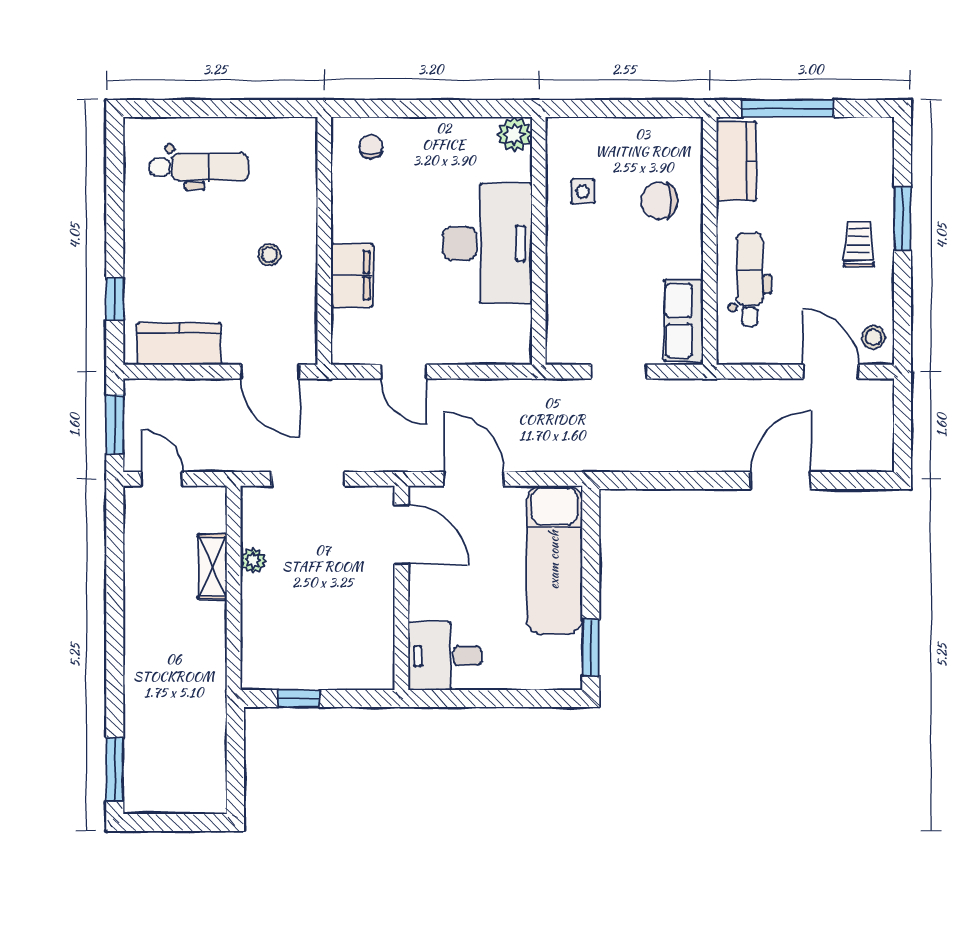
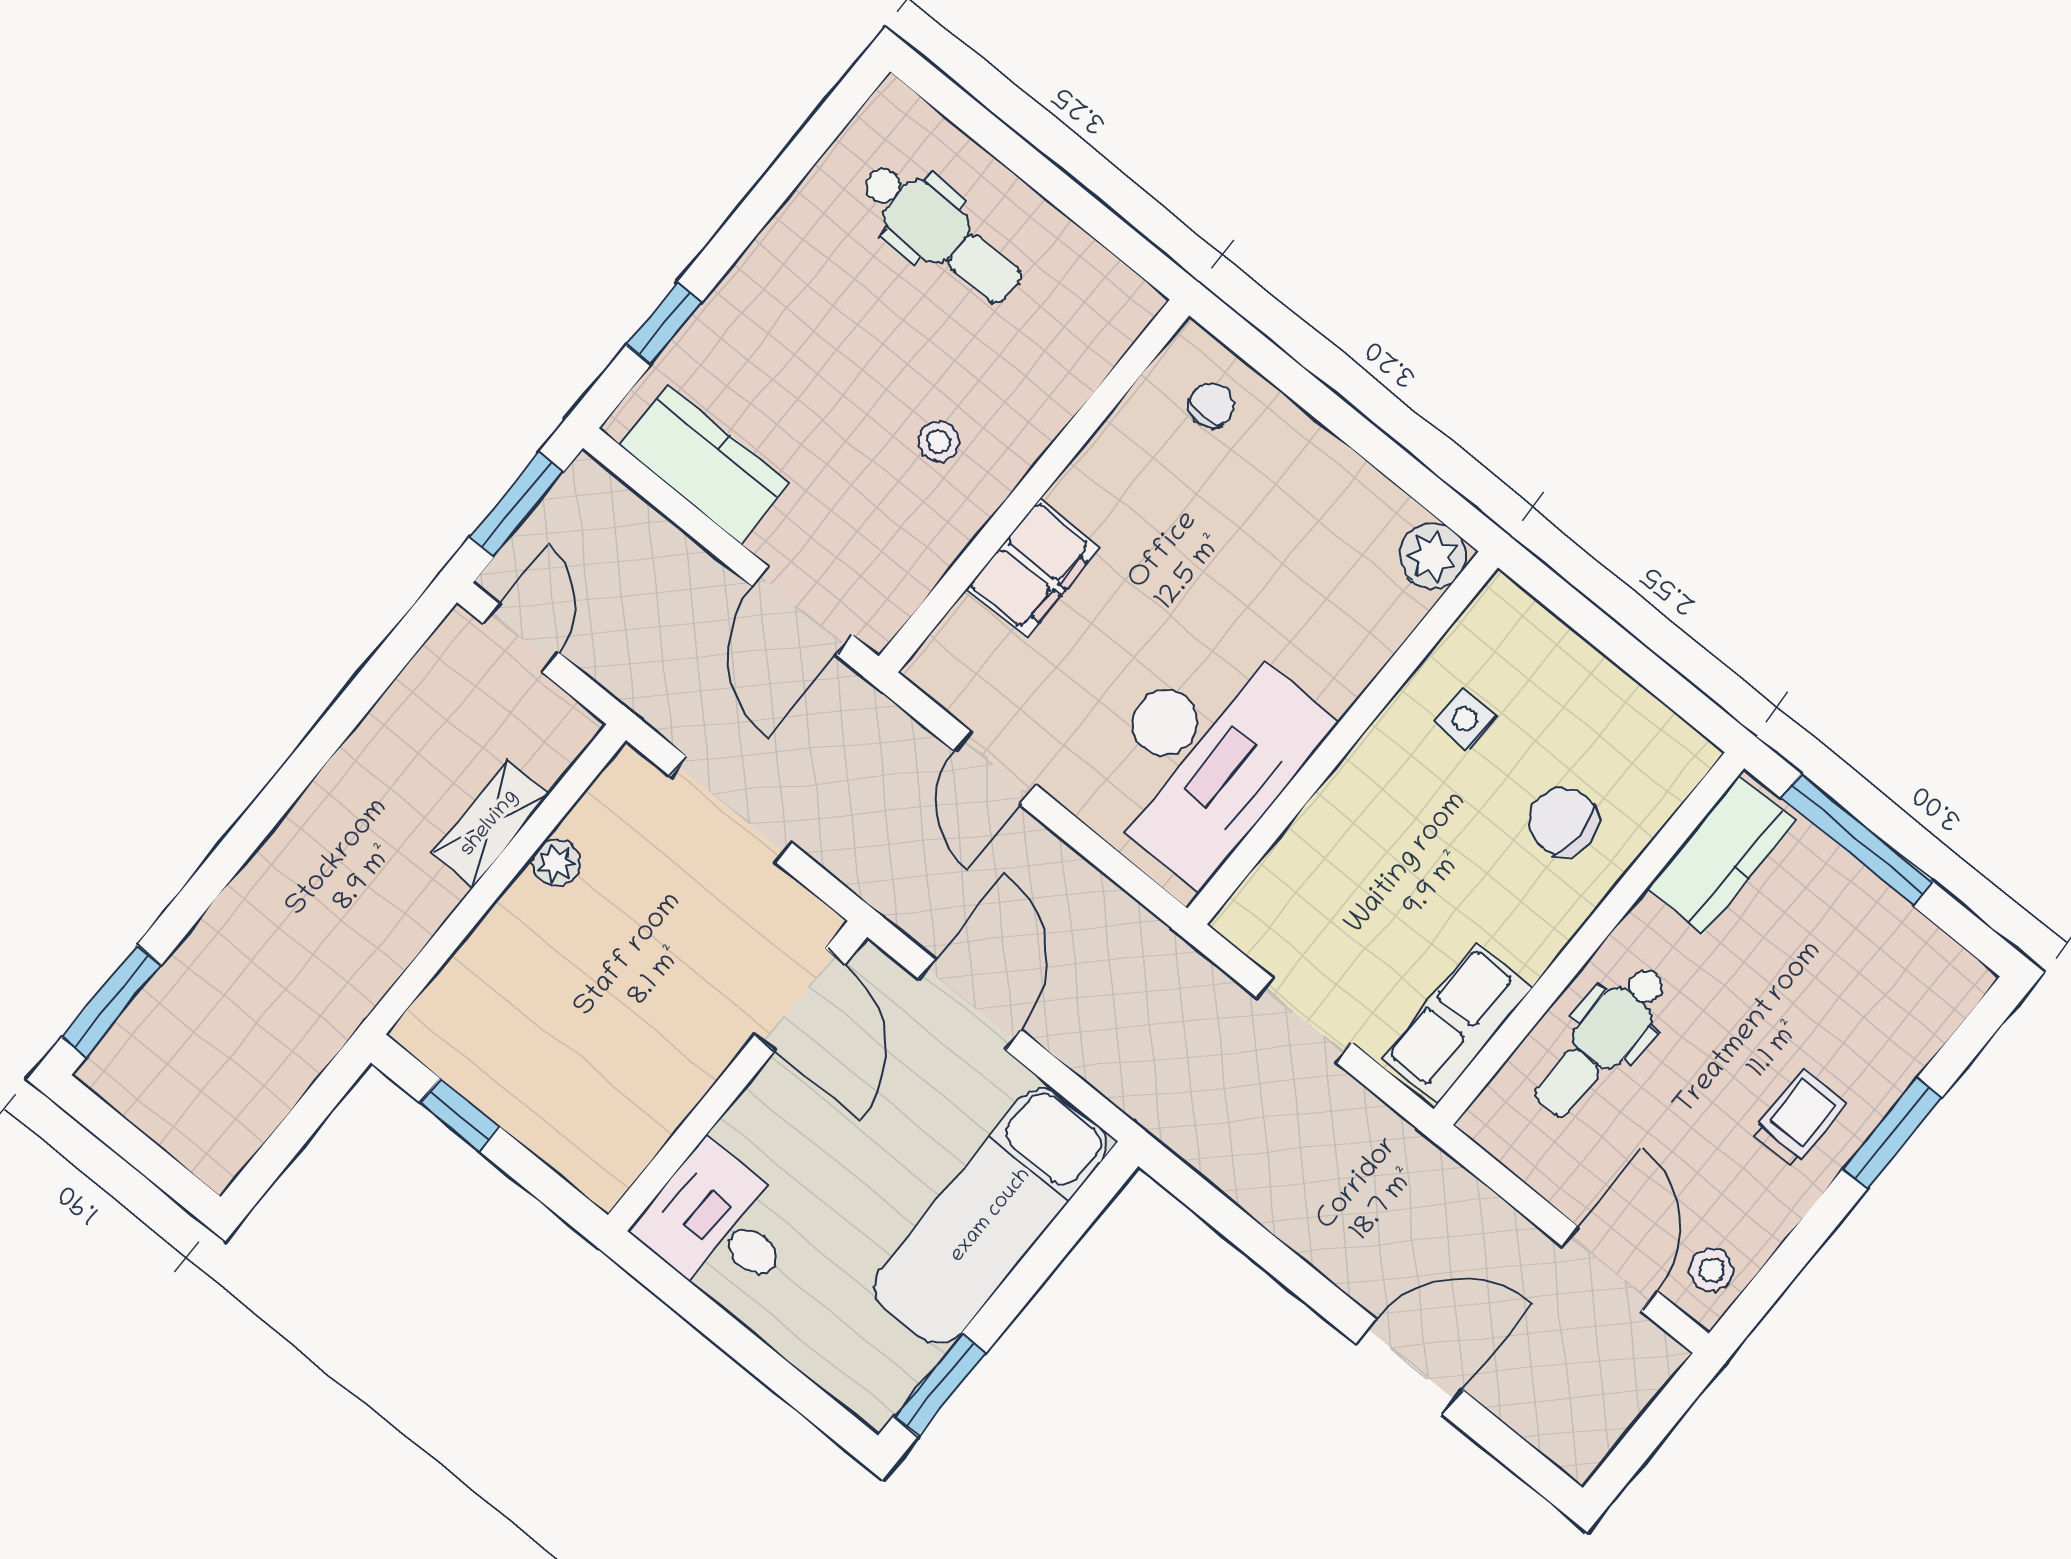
desk: (487, 244) -> (1205, 755), moved
dental chair: (750, 280) -> (1601, 1041), turned 180

